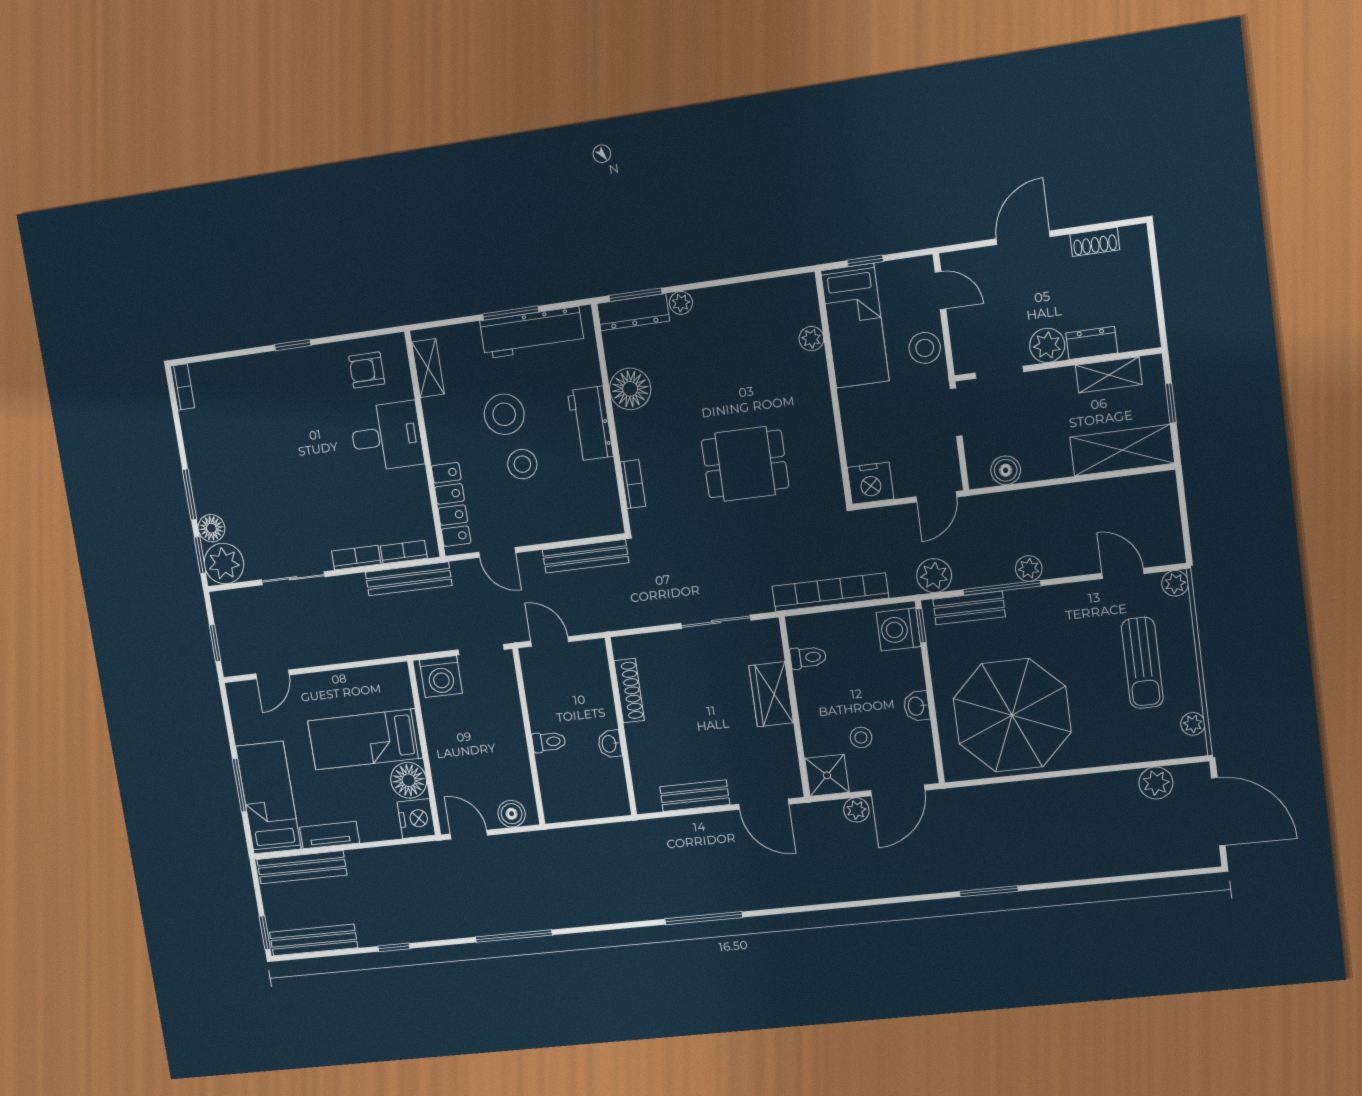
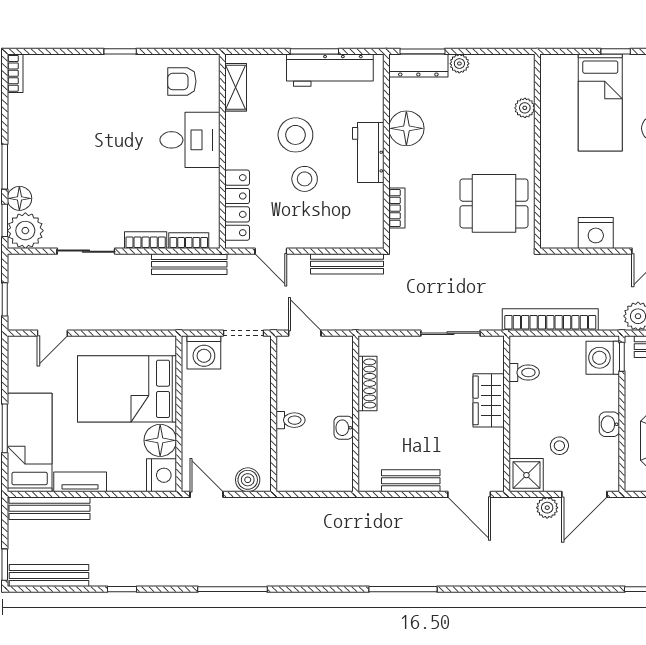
plant: (811, 339) -> (525, 108), moved
wall: (834, 389) -> (537, 151), moved
bed: (365, 739) -> (127, 389), width x1.50

